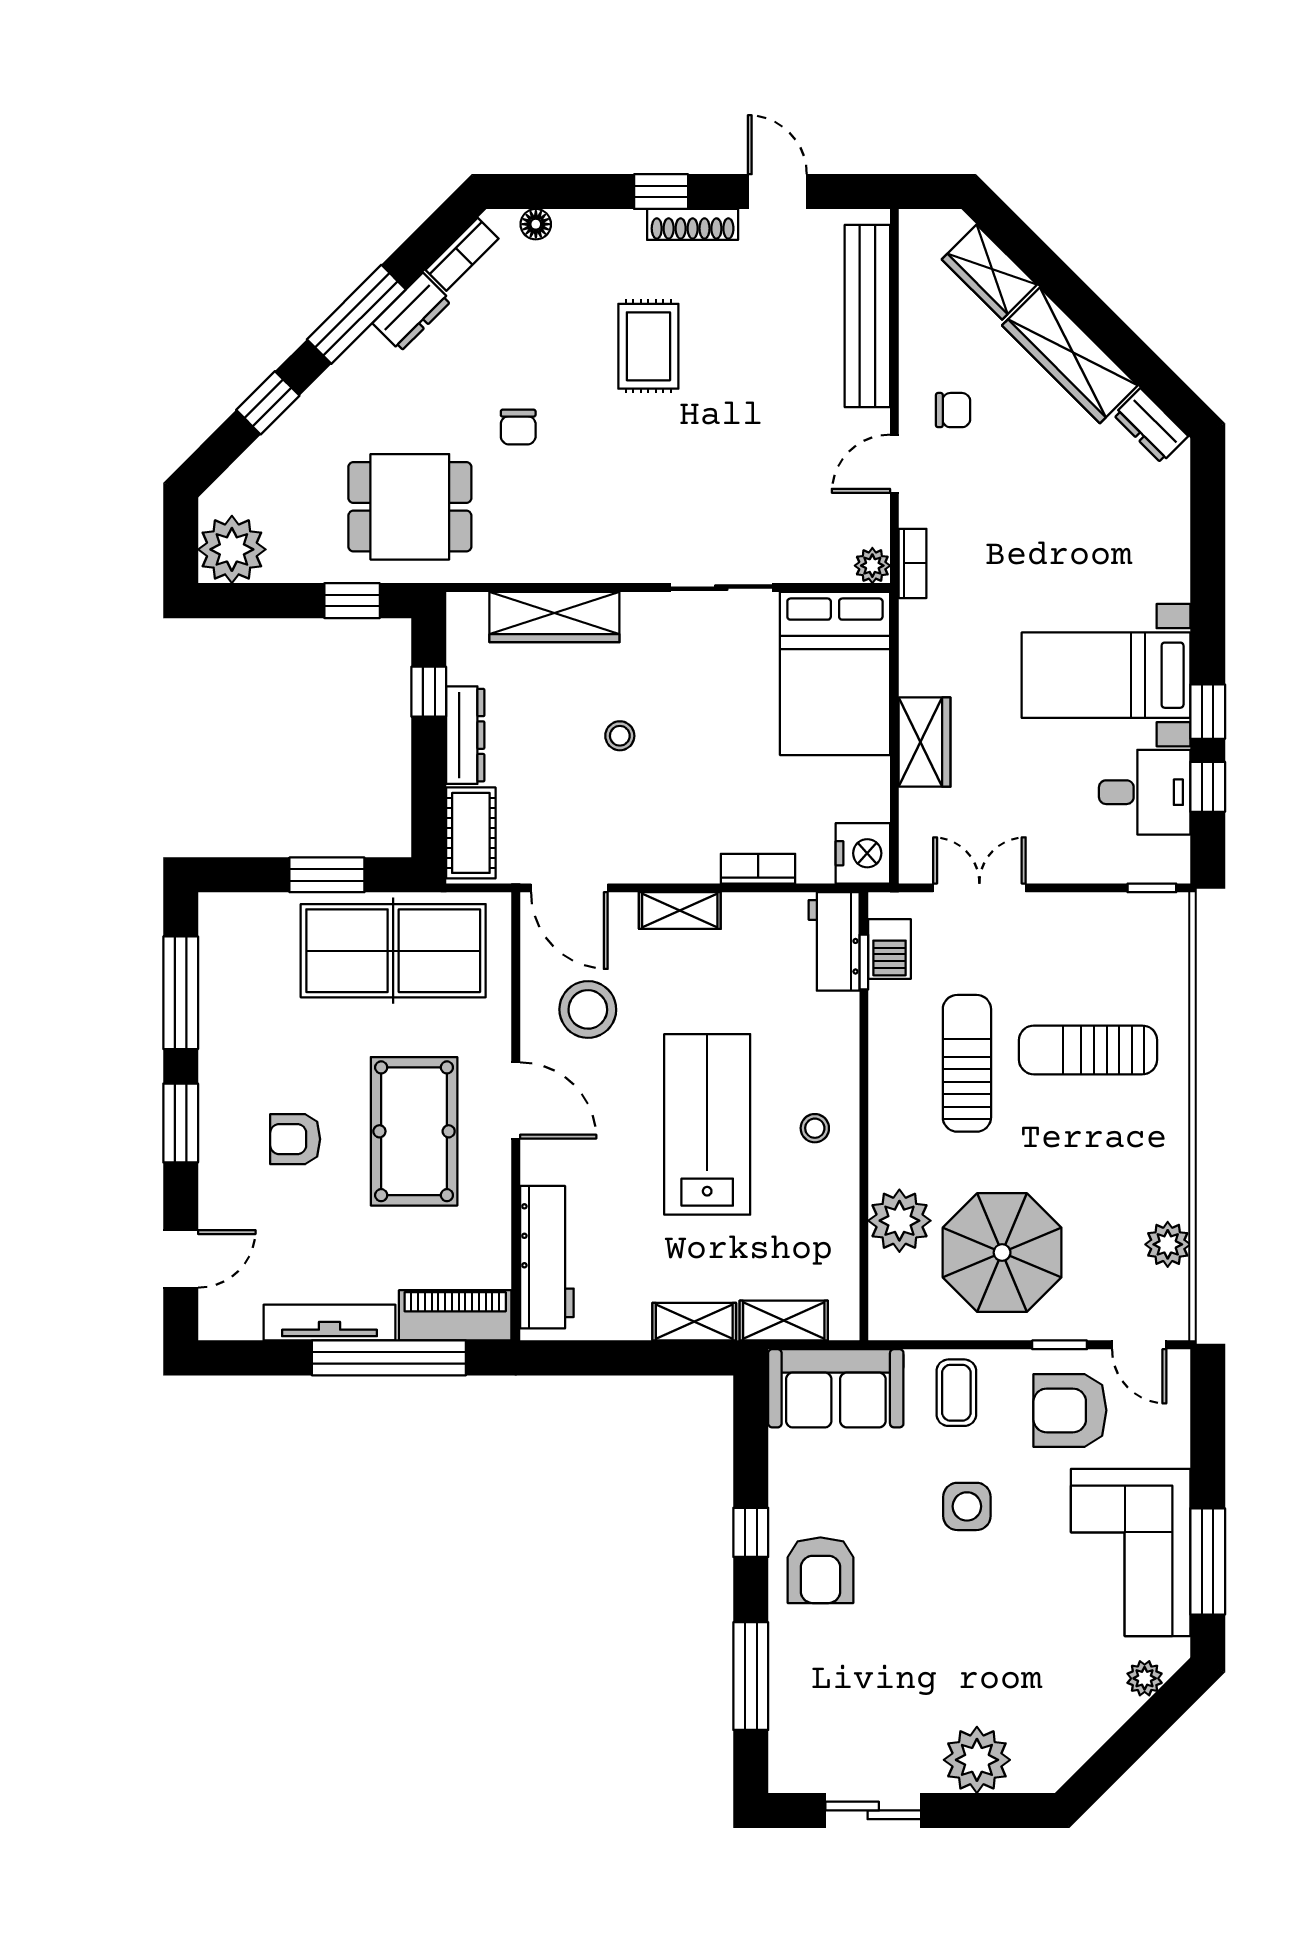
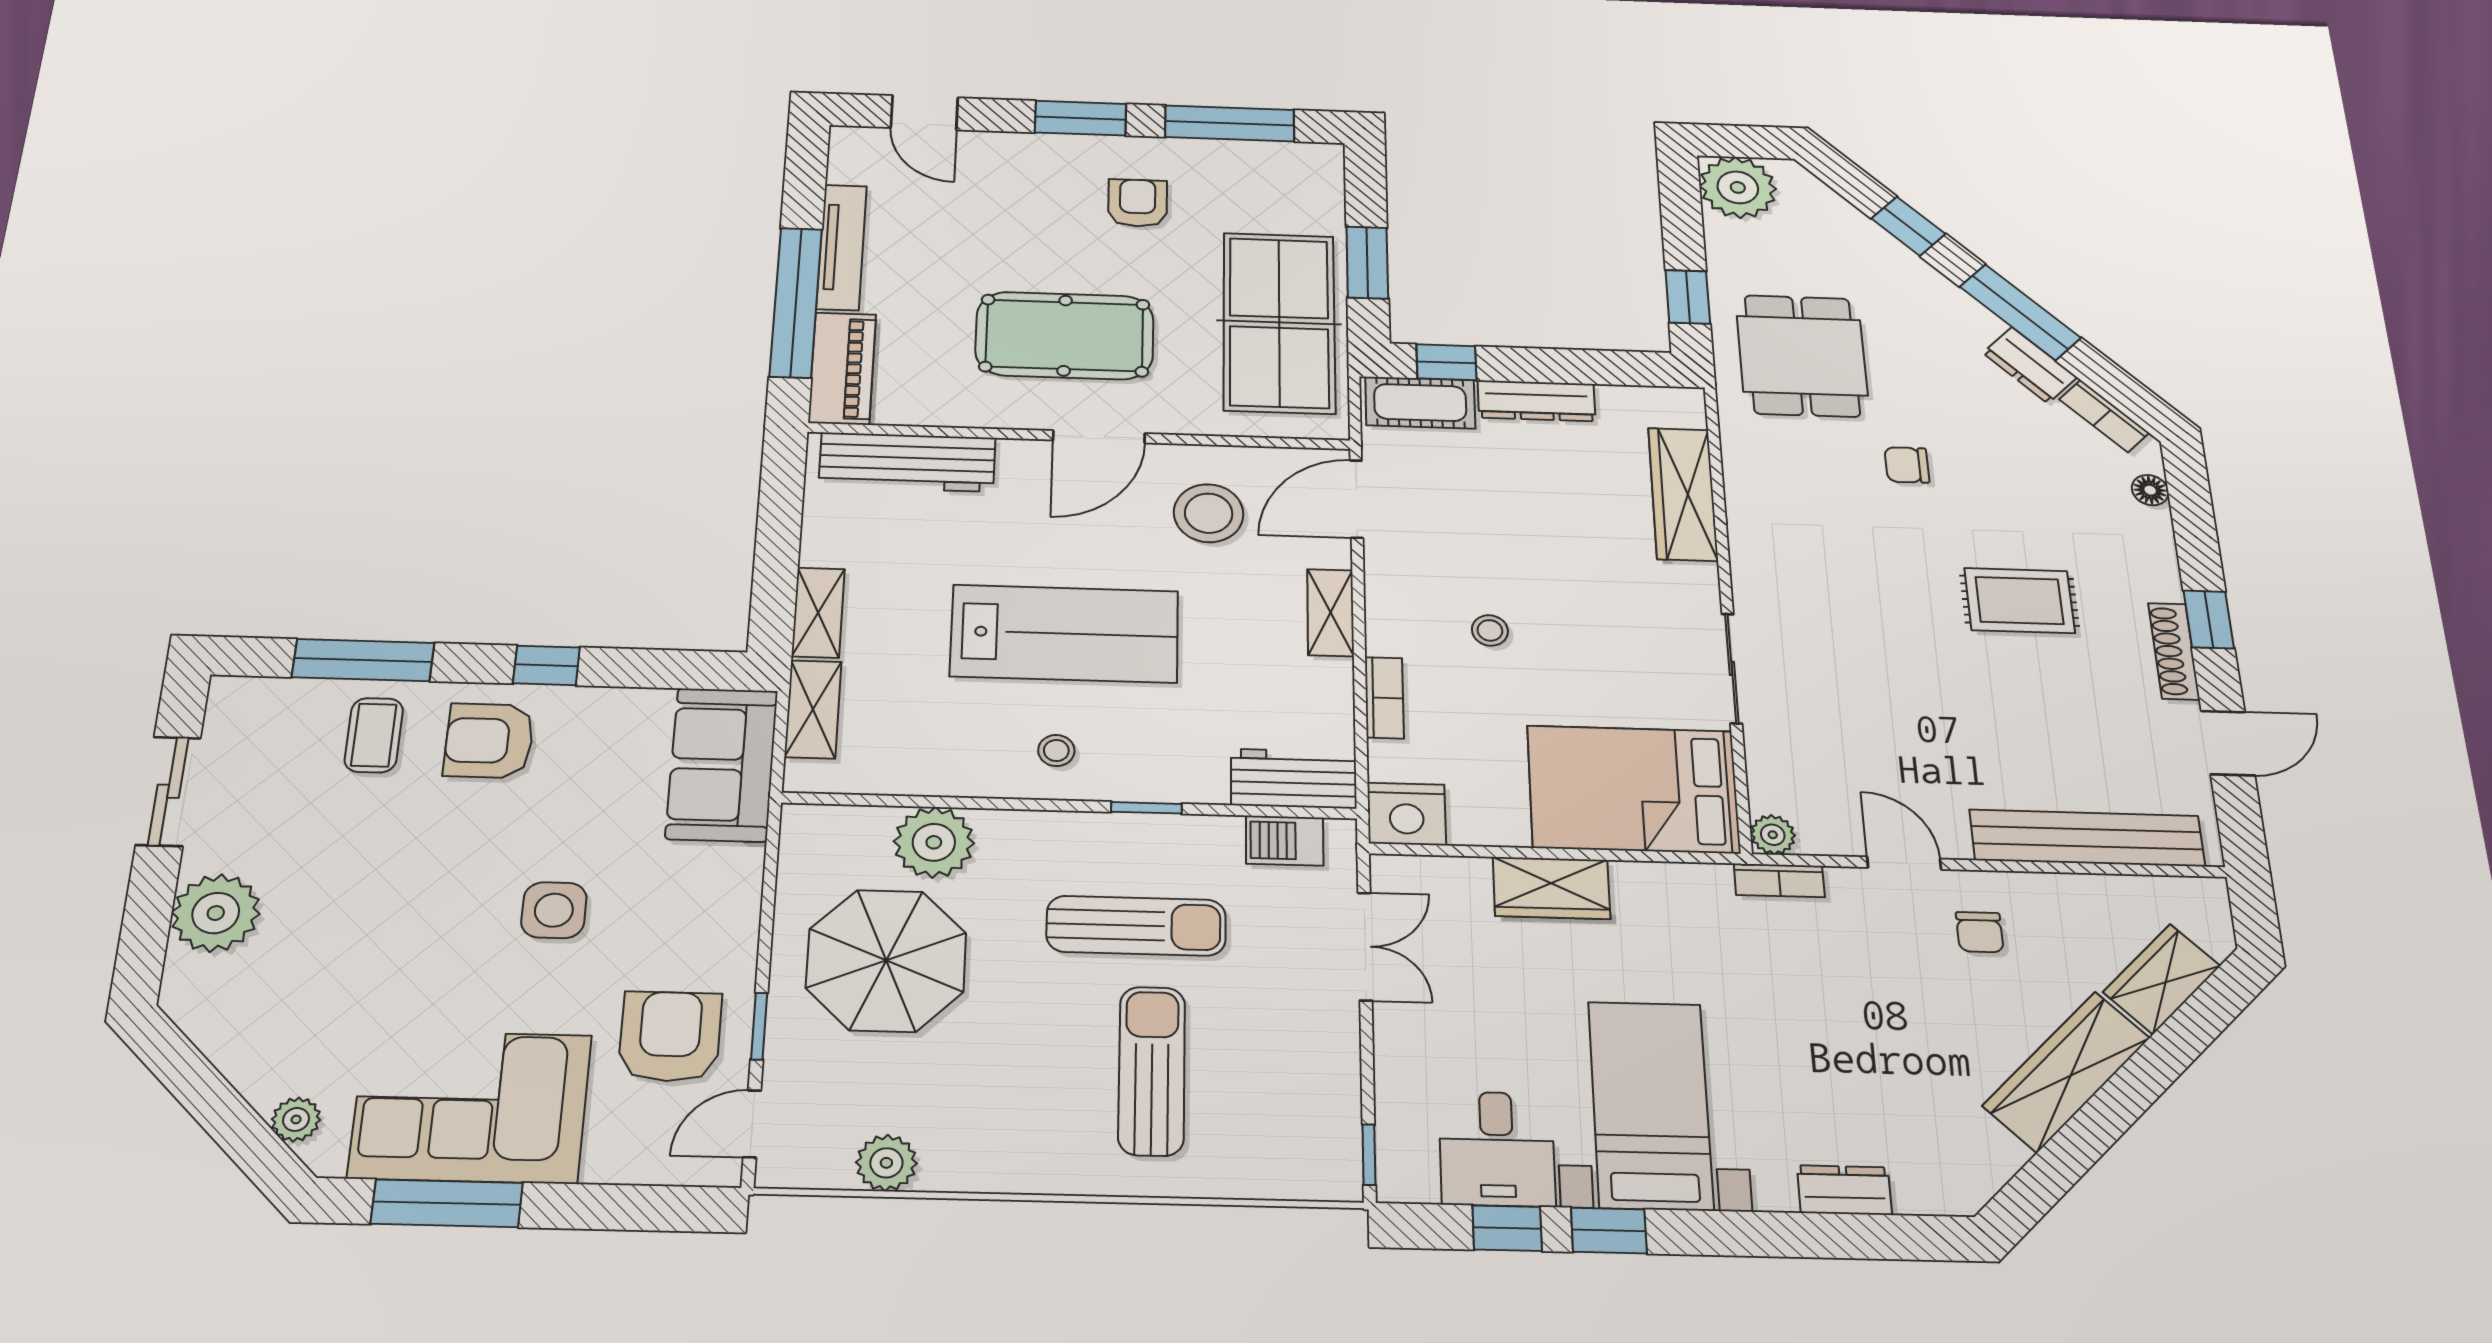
dresser: (1151, 426) -> (1844, 1190), moved, turned 45
window: (429, 692) -> (1446, 362), moved
stool: (620, 736) -> (1490, 630), moved
window: (864, 962) -> (1146, 808), moved
armchair: (295, 1139) -> (1138, 203), moved
coffee table: (956, 1393) -> (374, 735), moved, turned 90

